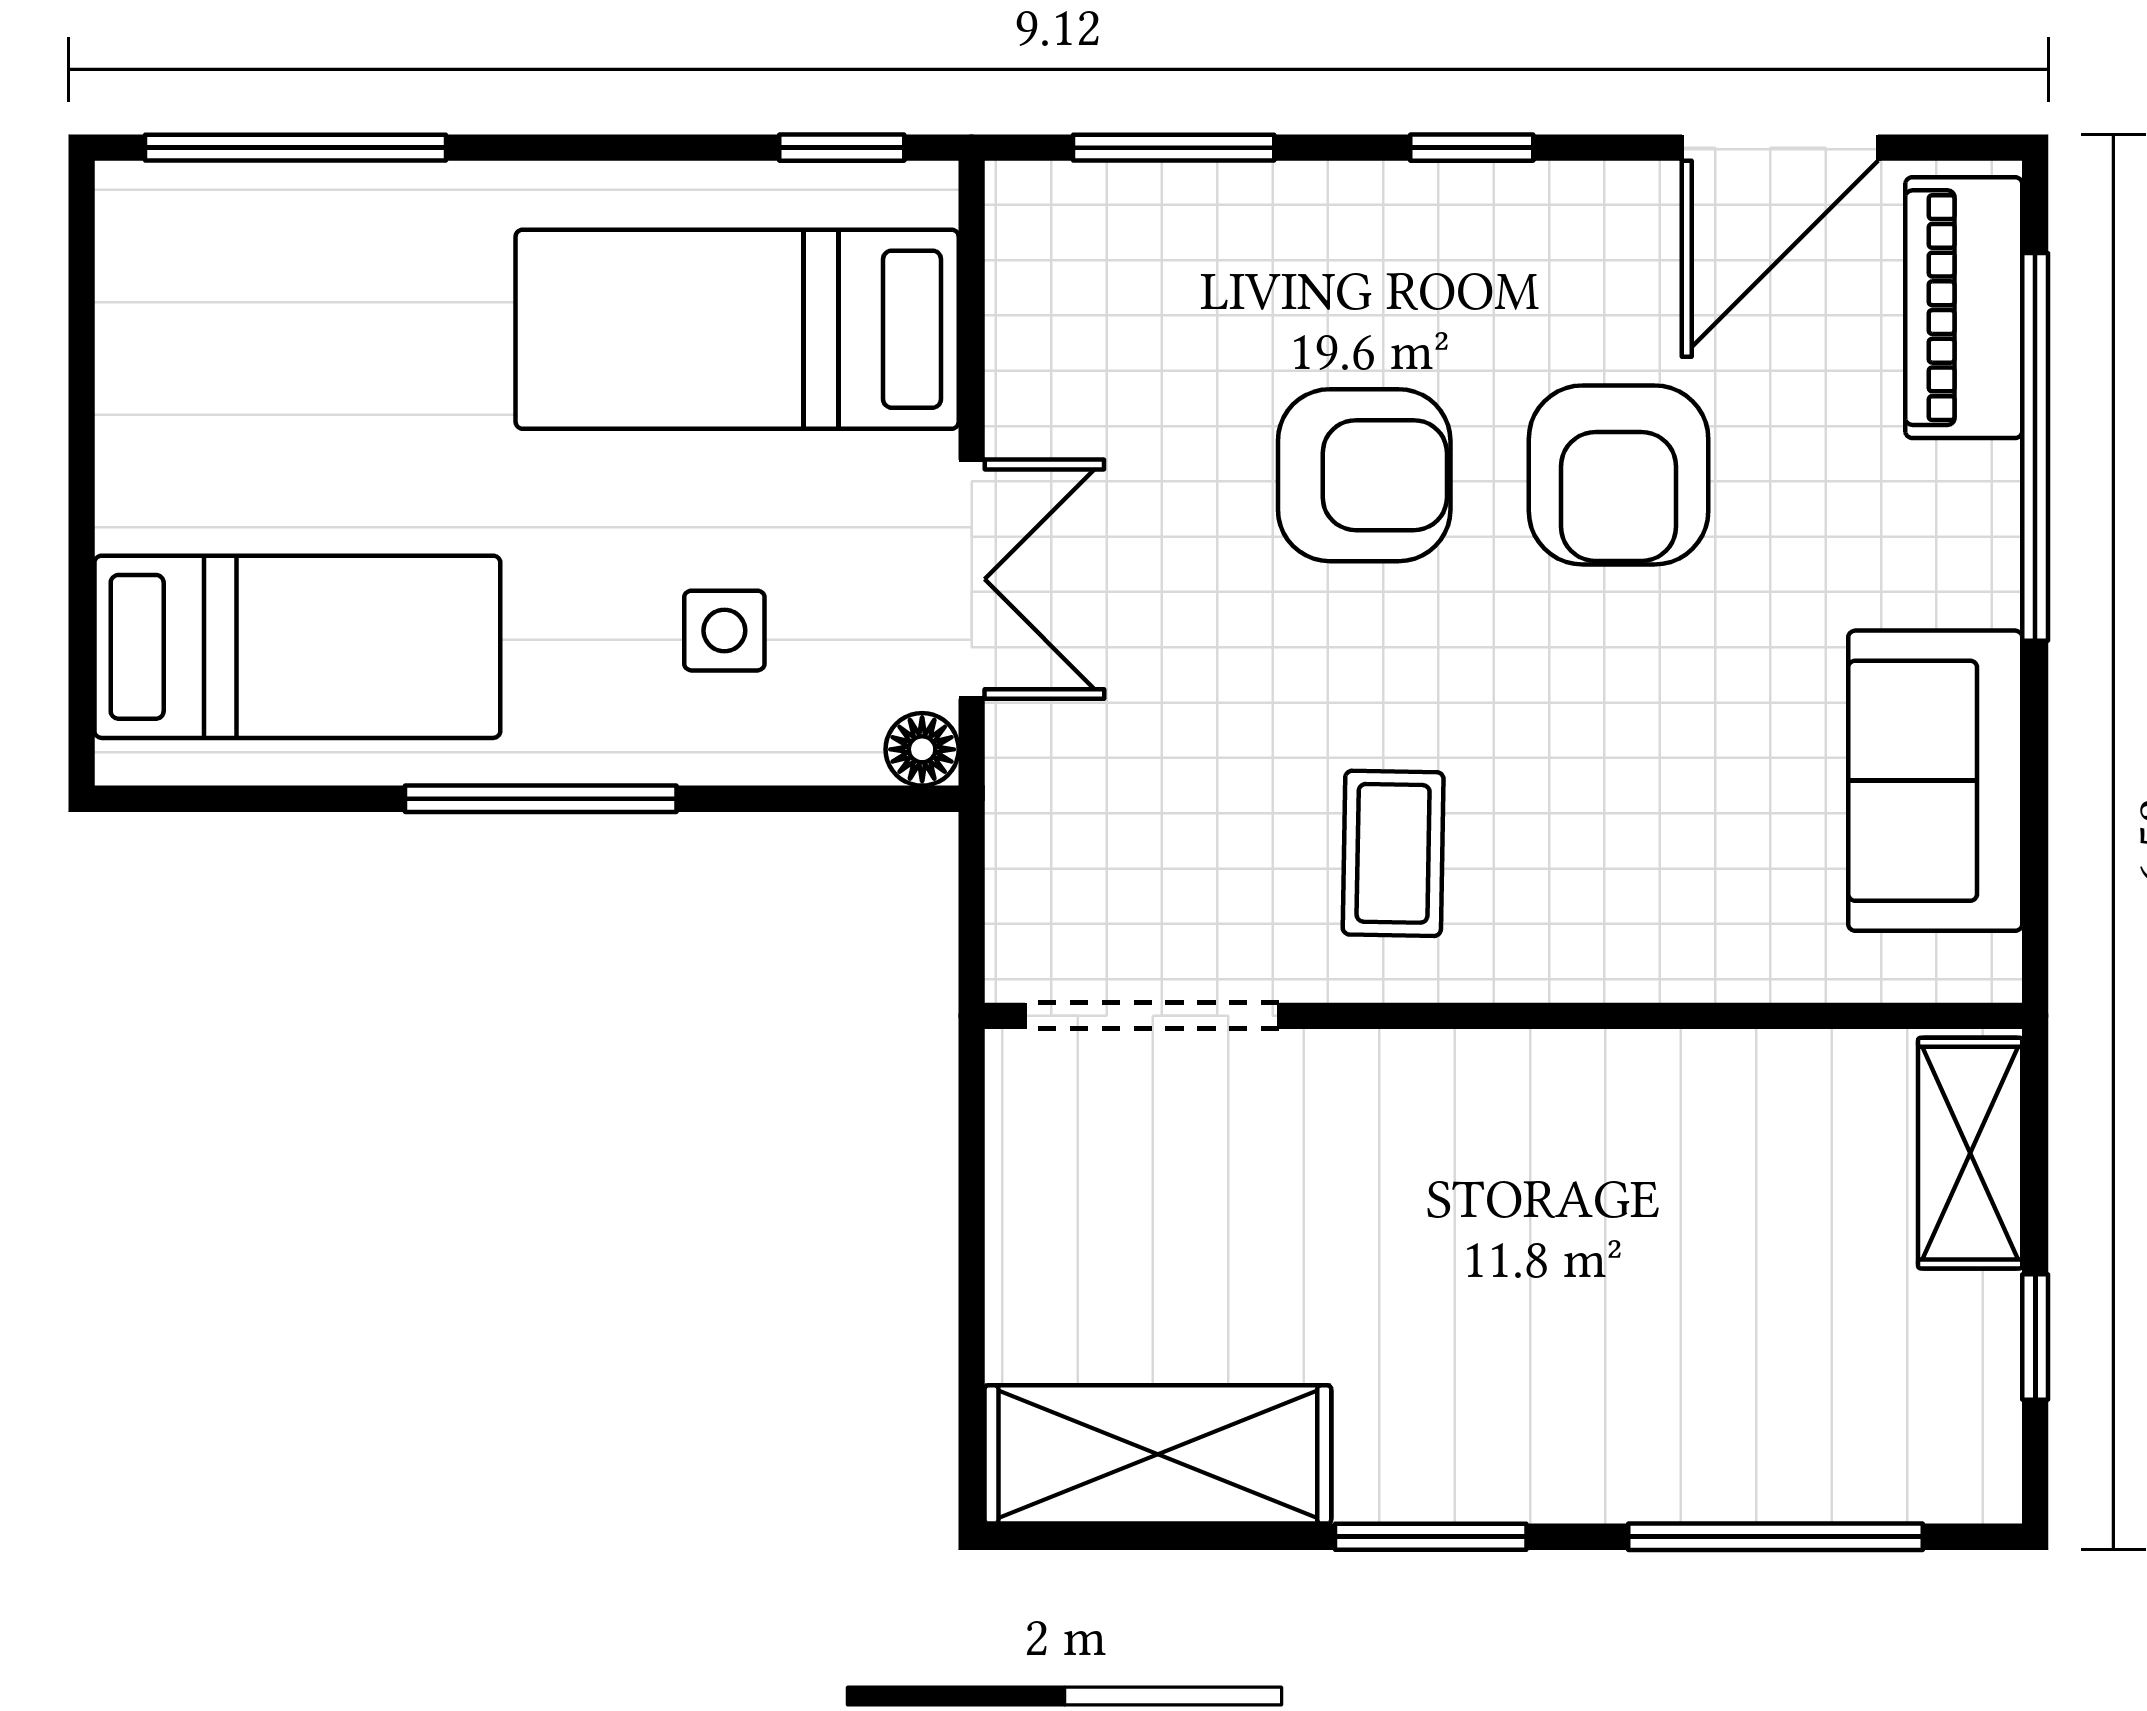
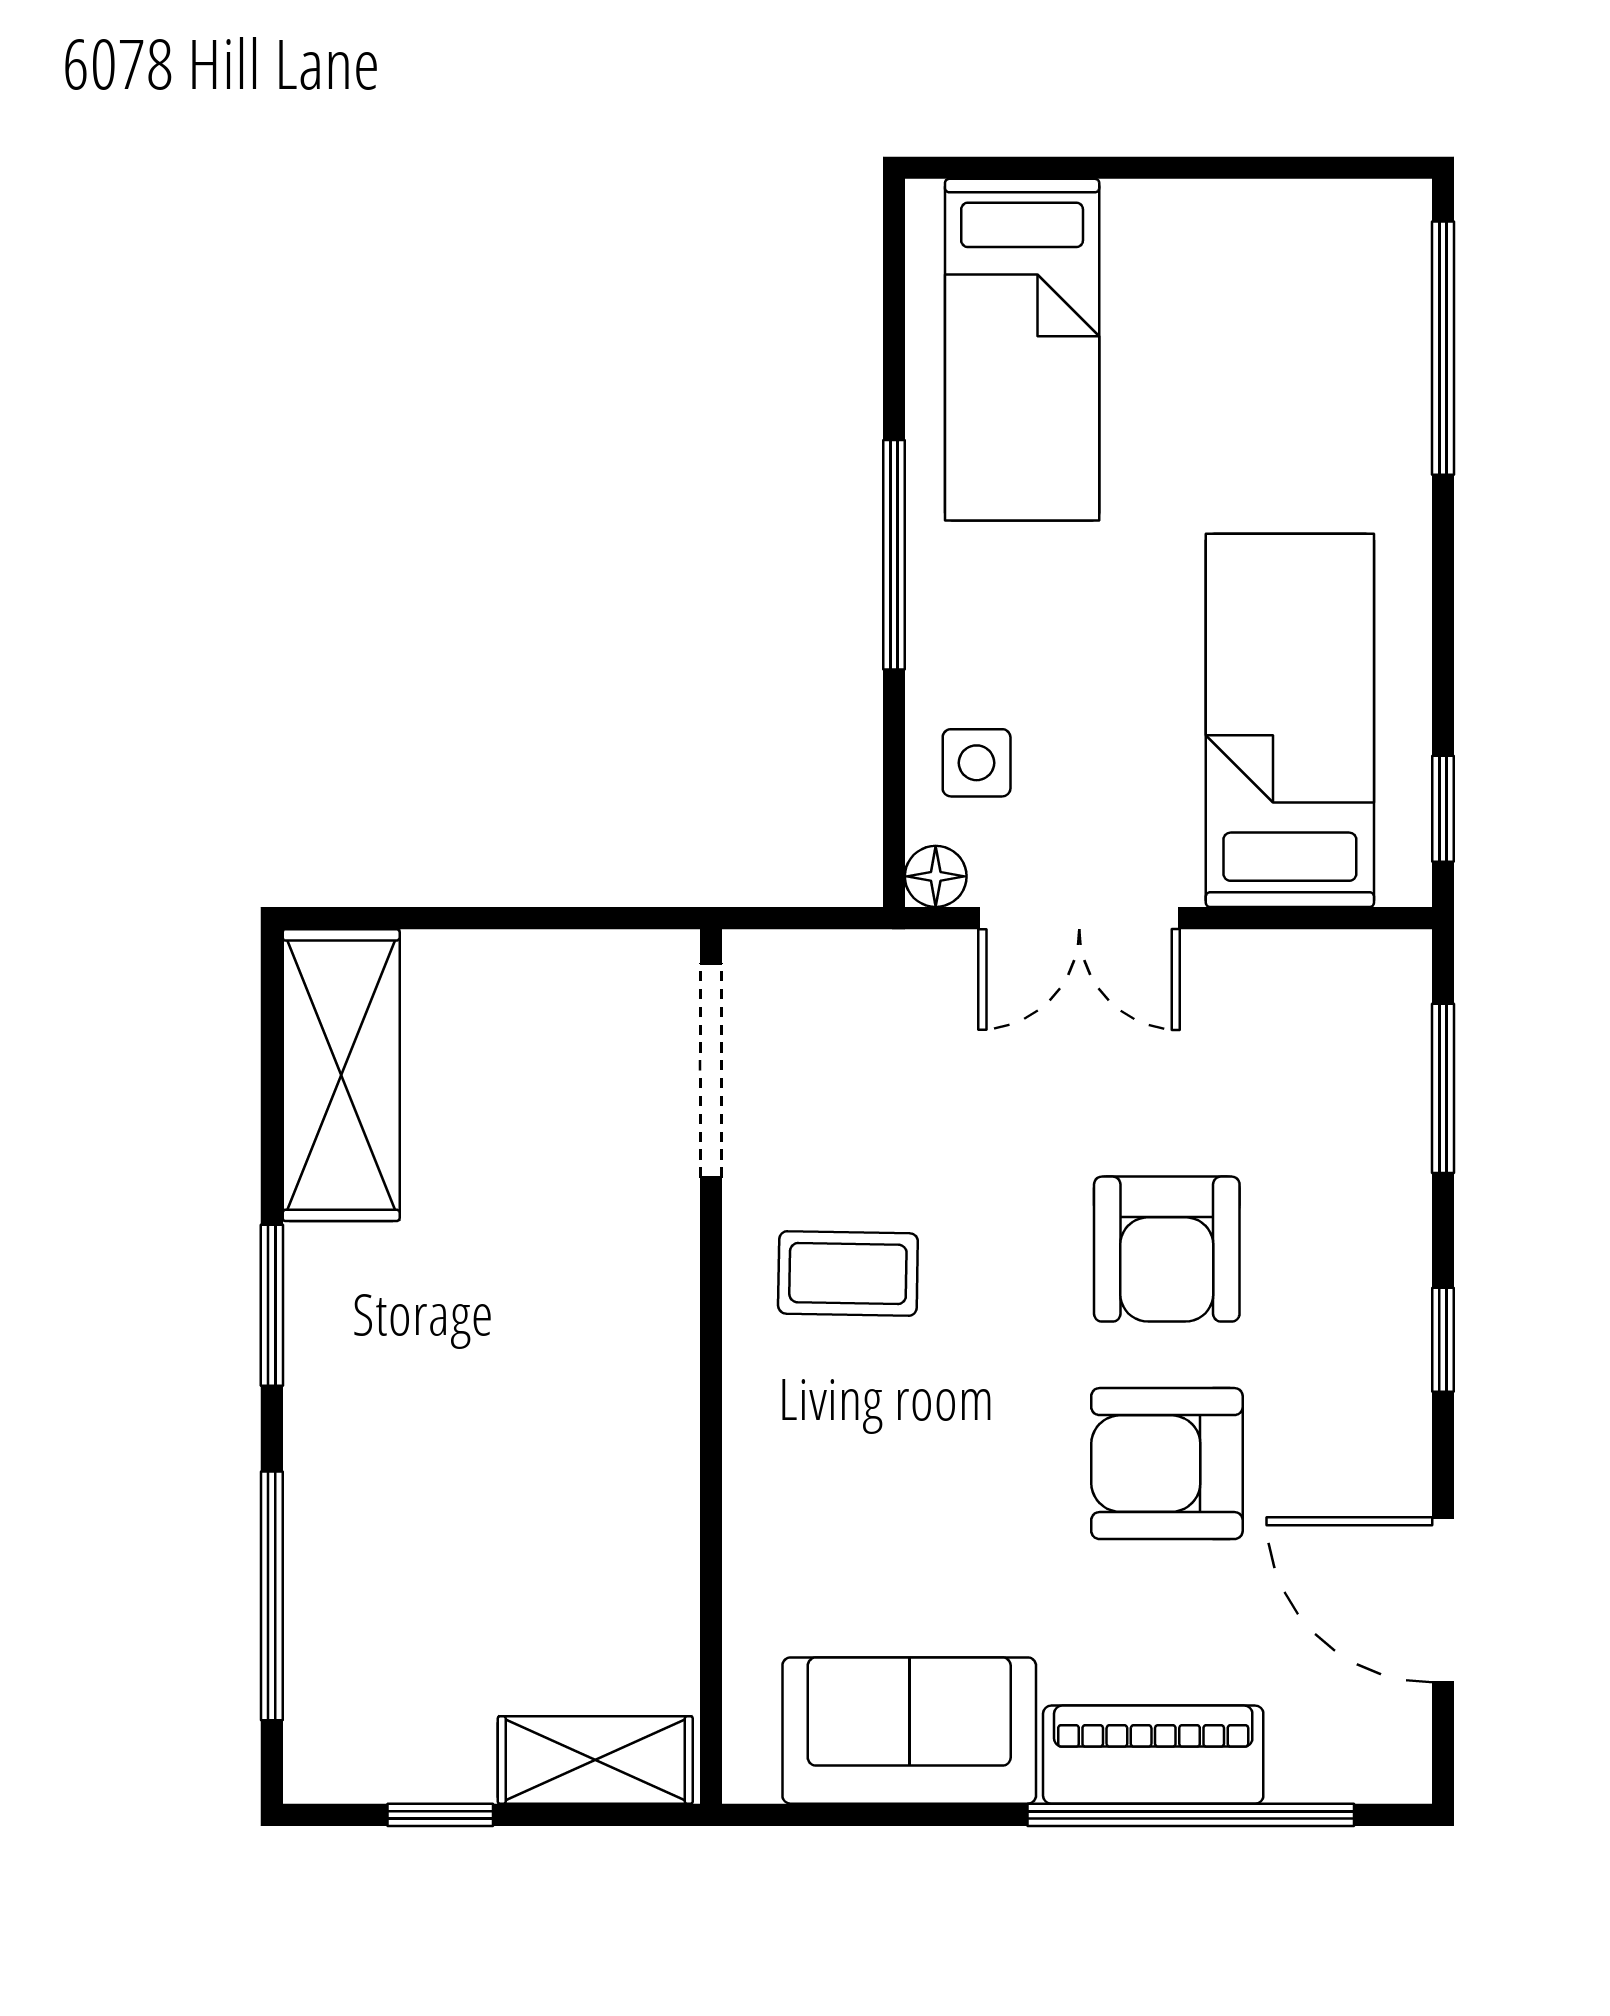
piano: (1964, 308) -> (1153, 1755), moved
side table: (724, 631) -> (977, 763), moved

